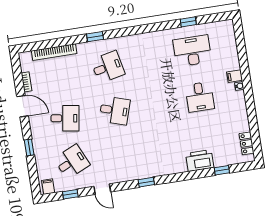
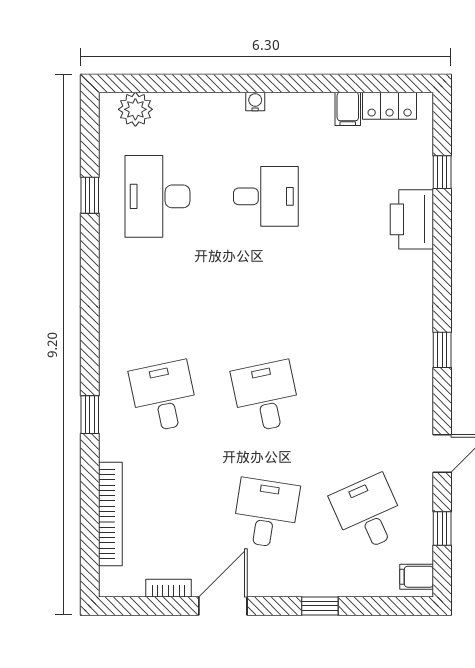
plant: (228, 36) -> (135, 109), added
filing cabinet: (235, 76) -> (348, 109), moved
desk: (115, 110) -> (266, 396), turned -30

